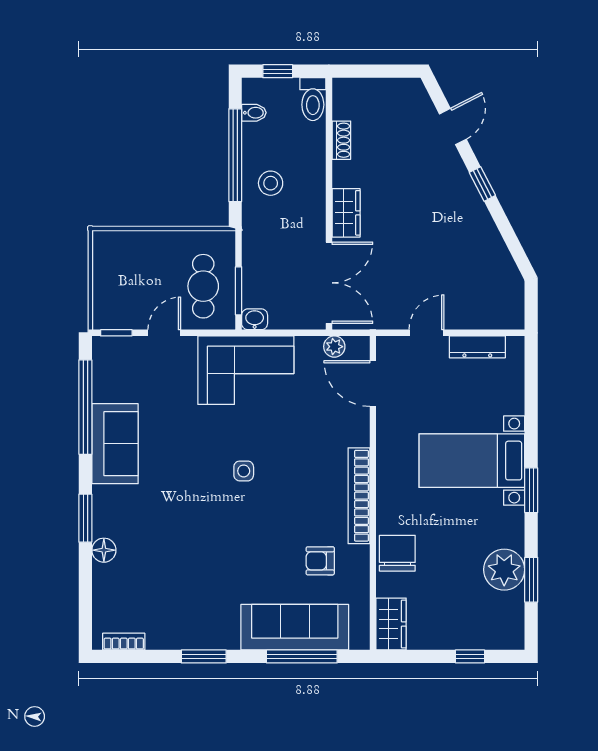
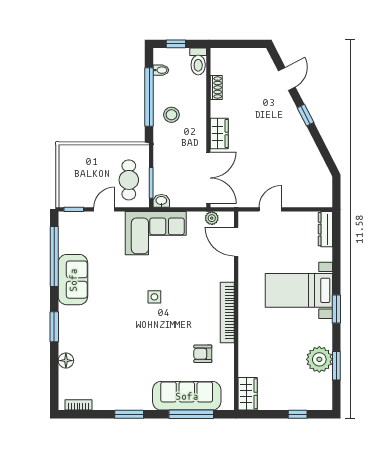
dresser: (477, 347) -> (325, 229), moved, turned 90
floor lamp: (104, 550) -> (66, 361), moved
chair: (397, 553) -> (252, 349), removed

